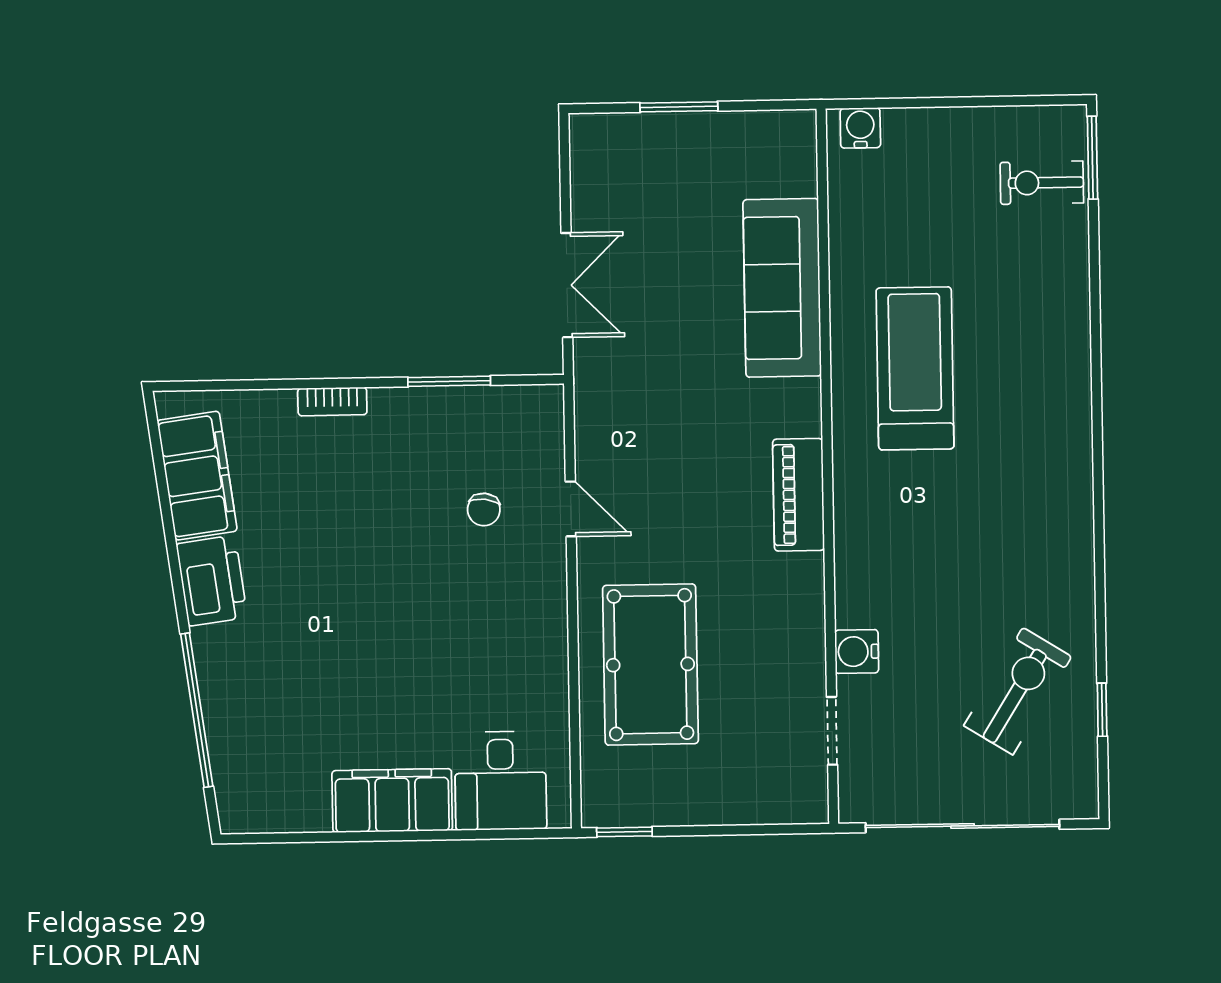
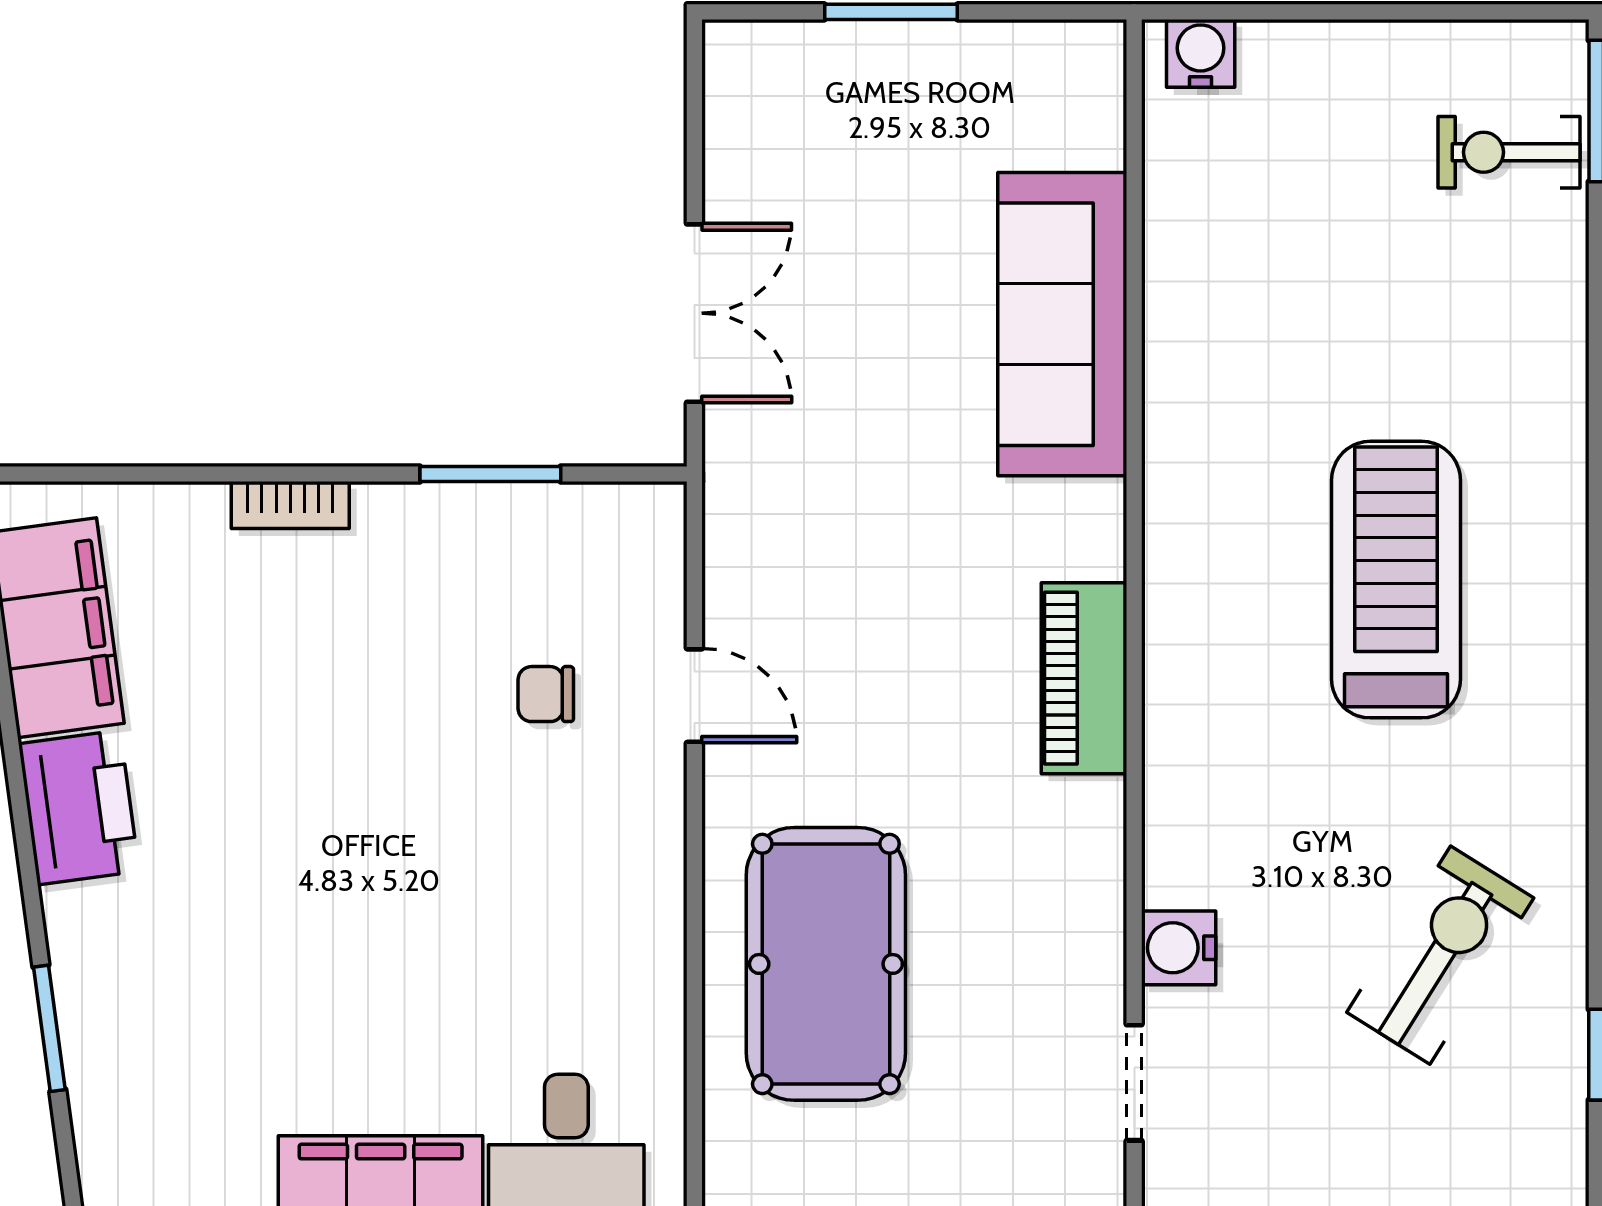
treadmill: (915, 368) -> (1396, 580), moved
chair: (484, 510) -> (546, 694), turned 83
exercise bike: (1018, 691) -> (1440, 955), moved
window: (197, 710) -> (49, 1028), width x0.47

